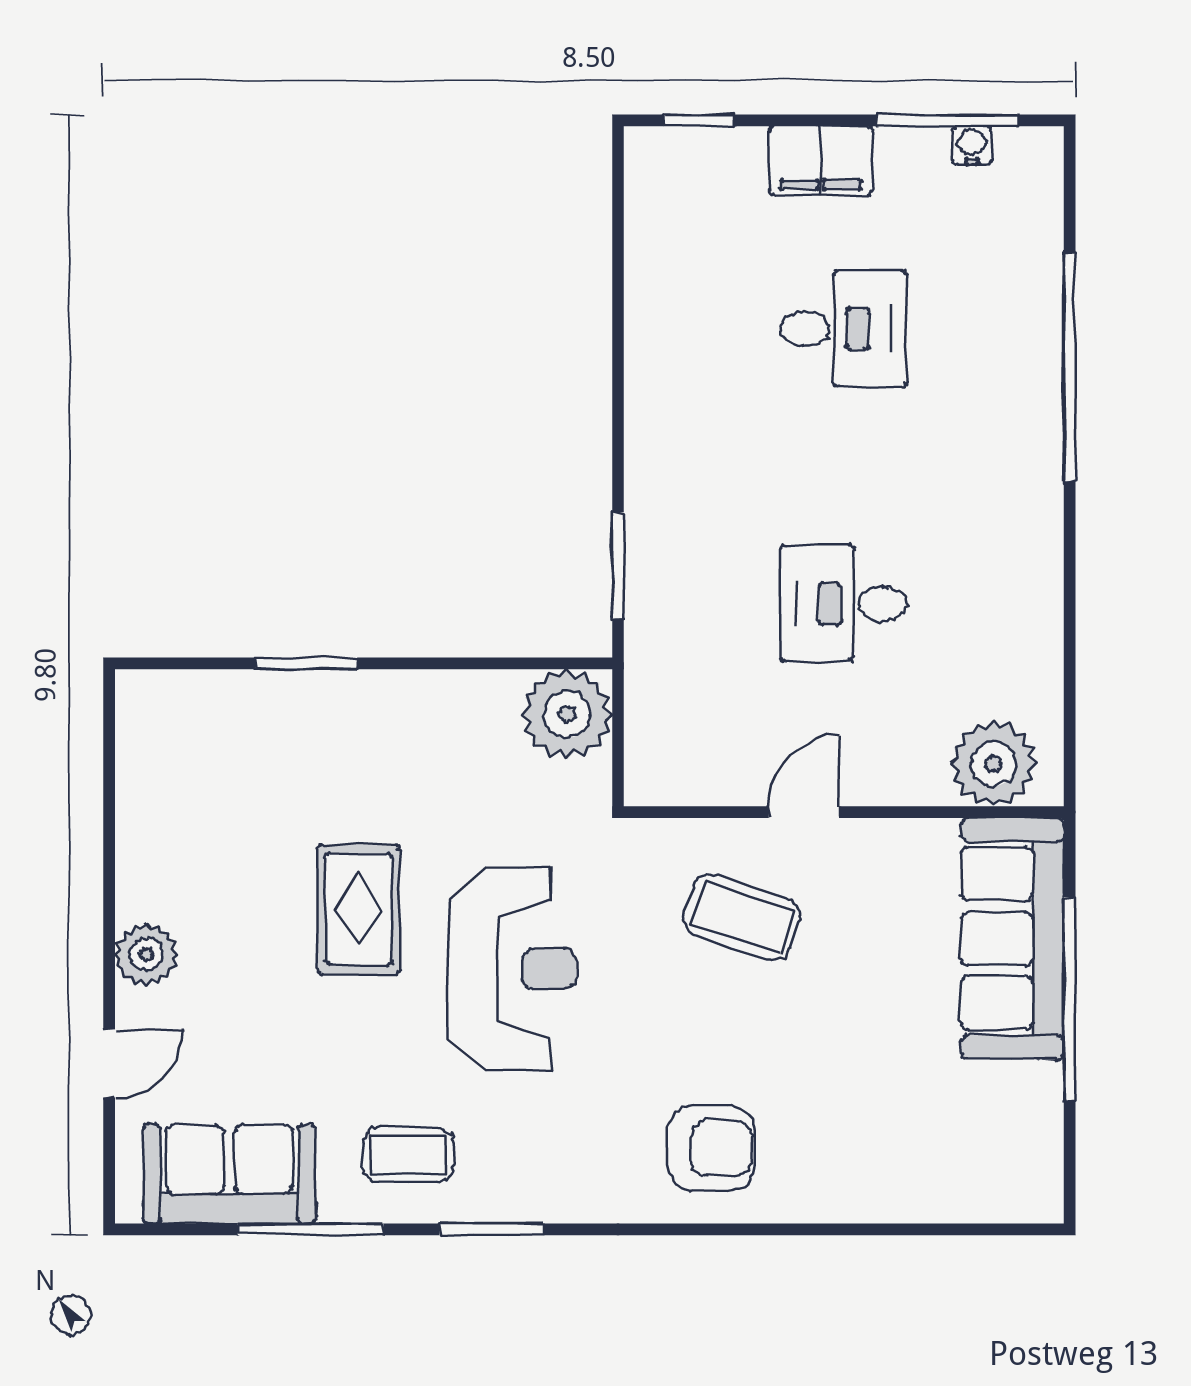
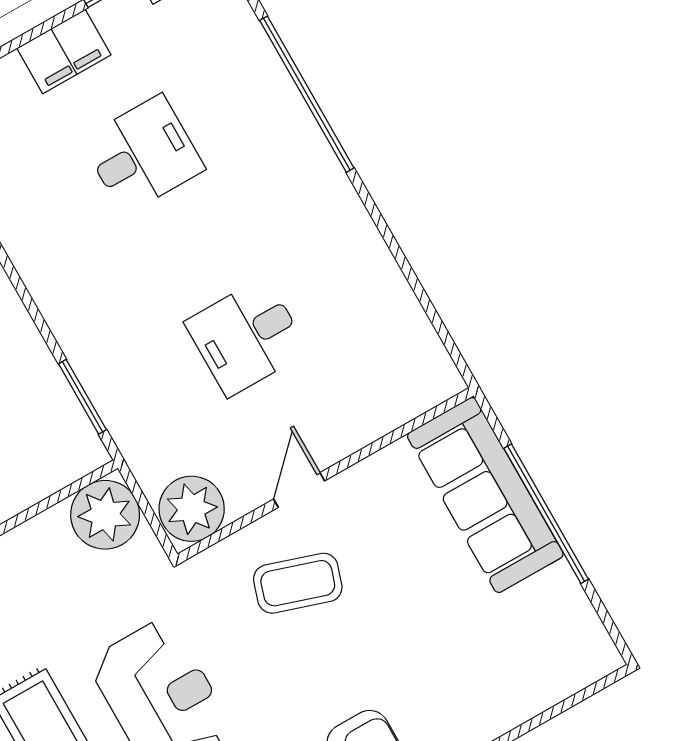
plant: (993, 764) -> (192, 509), moved

